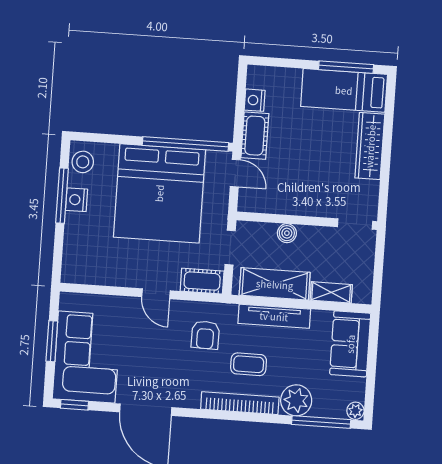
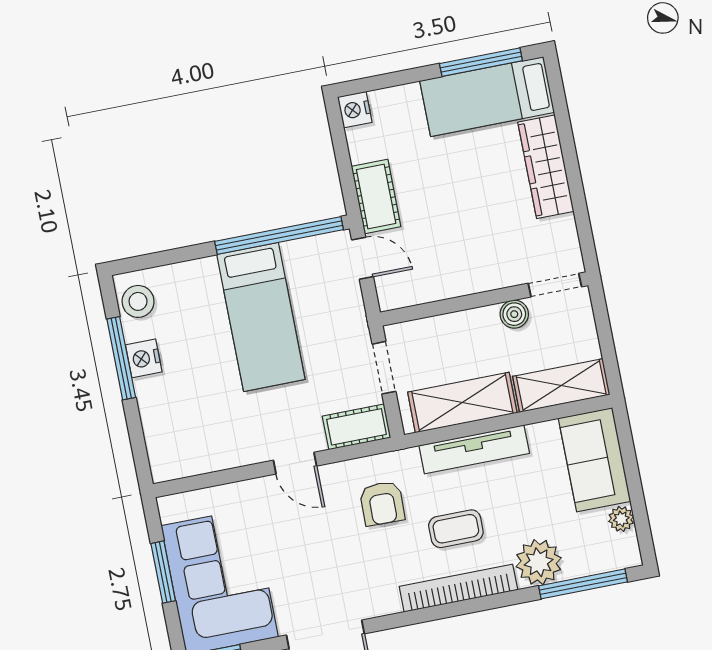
nightstand: (255, 100) -> (355, 110), moved
bed: (159, 193) -> (261, 317), width x0.49
boiler: (287, 233) -> (514, 314), moved
shelving: (331, 292) -> (561, 385), width x1.50, depth x1.33
plant: (355, 411) -> (621, 519), moved

